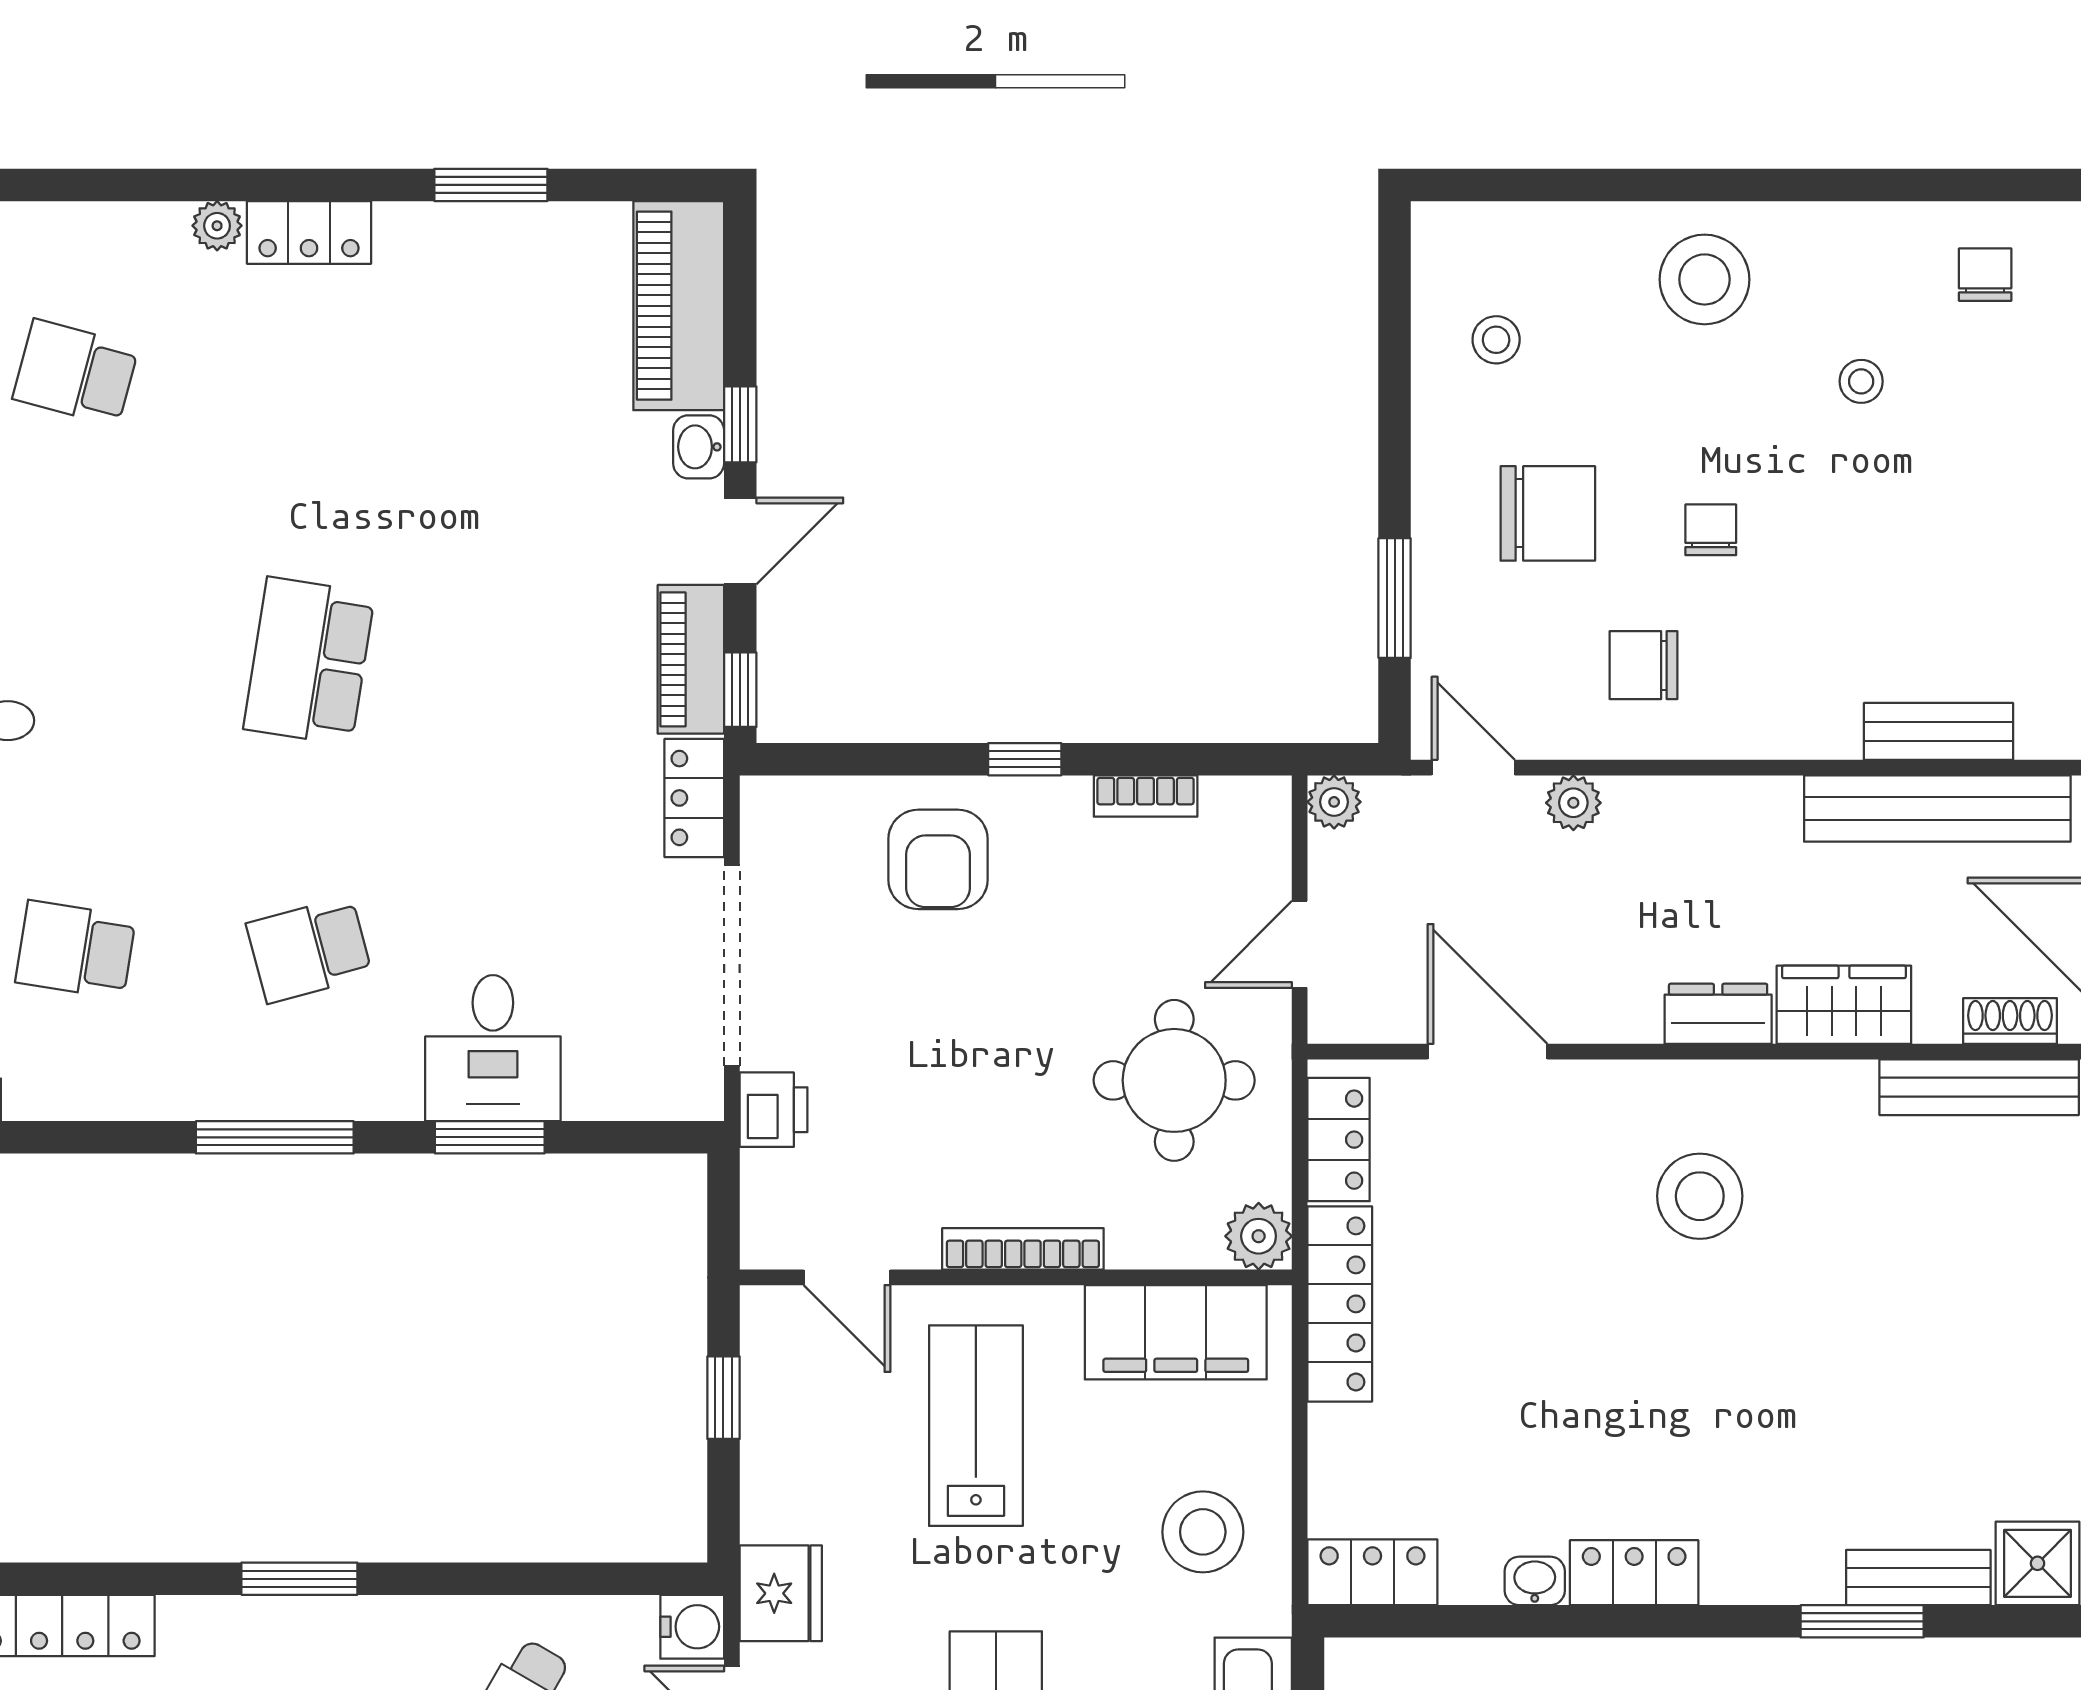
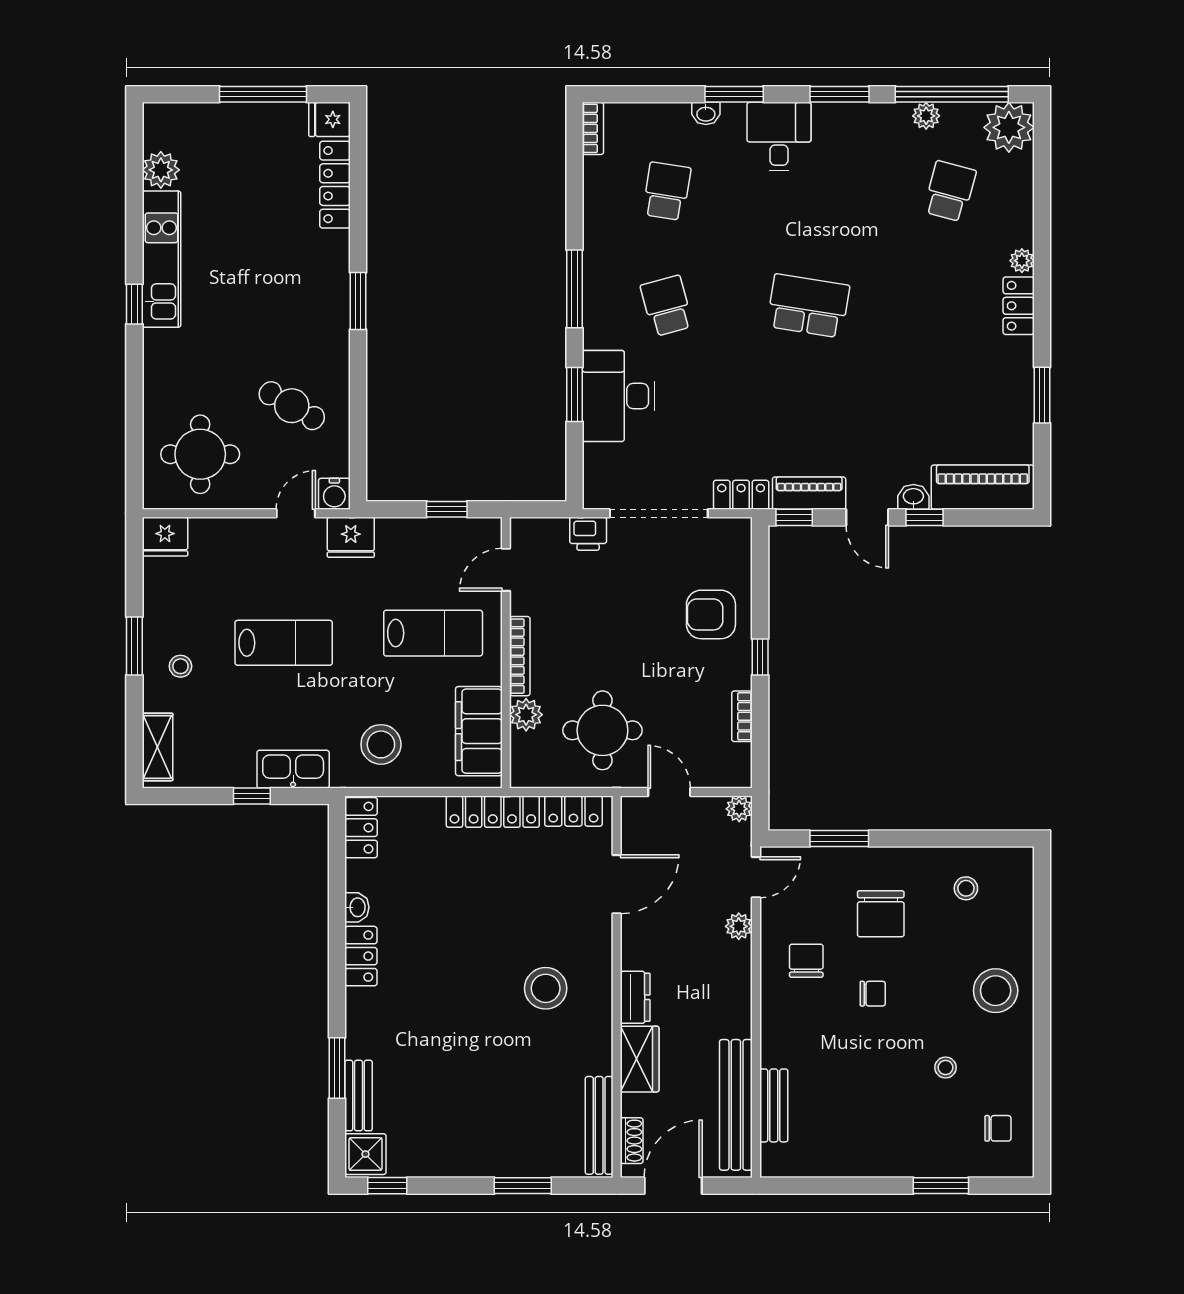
desk: (493, 1048) -> (618, 396), width x1.37
plant: (1259, 1236) -> (526, 715), moved

